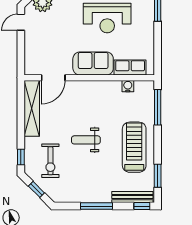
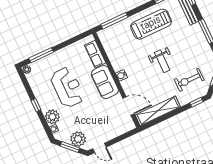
water cooler: (128, 86) -> (121, 75), moved
treadmill: (134, 147) -> (151, 24), turned 180
exercise bike: (50, 161) -> (189, 80), turned 180

